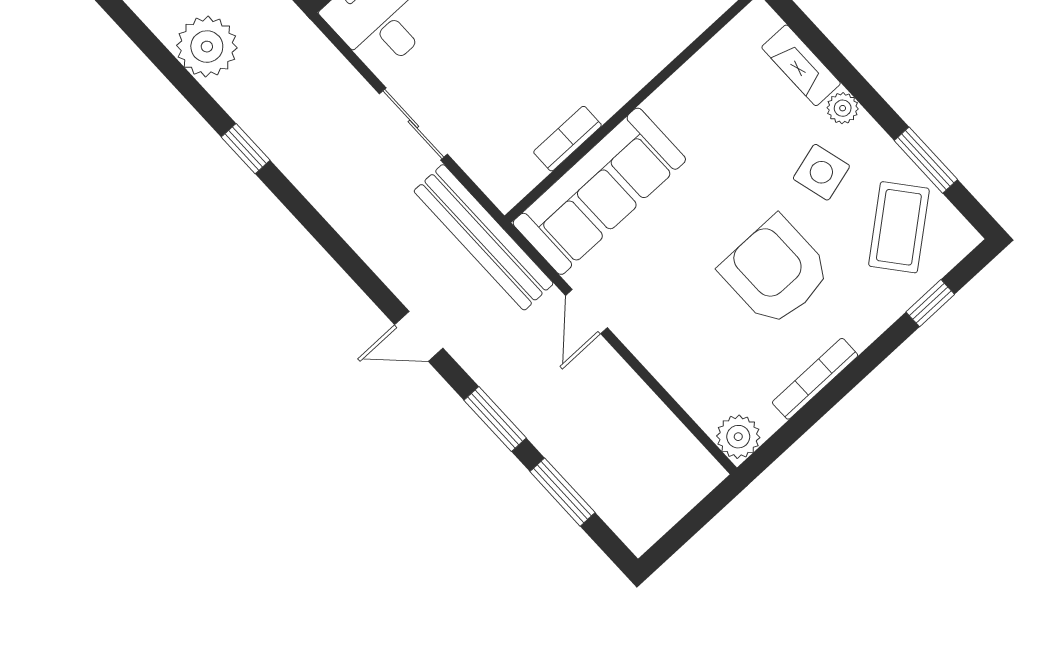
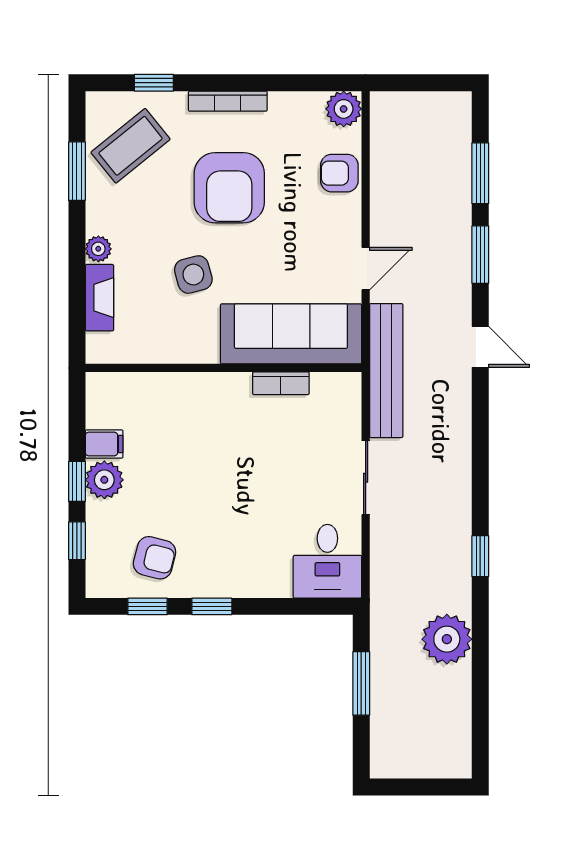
side table: (821, 172) -> (193, 275), moved
armchair: (689, 376) -> (339, 173), added
bookcase: (815, 379) -> (228, 101), moved

